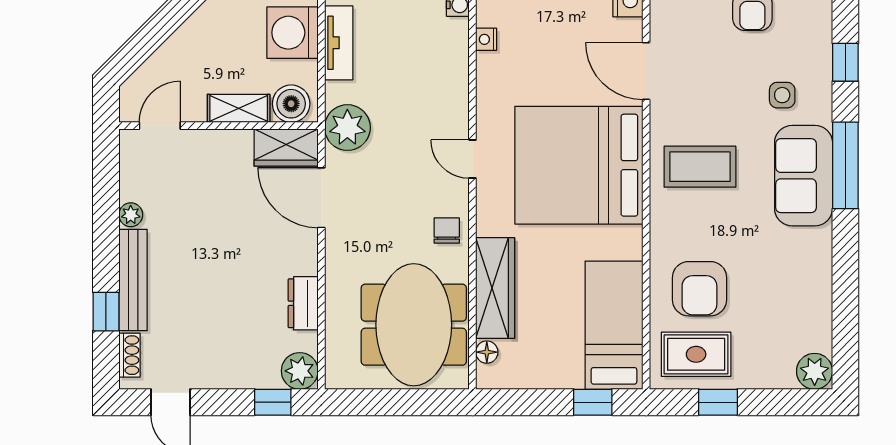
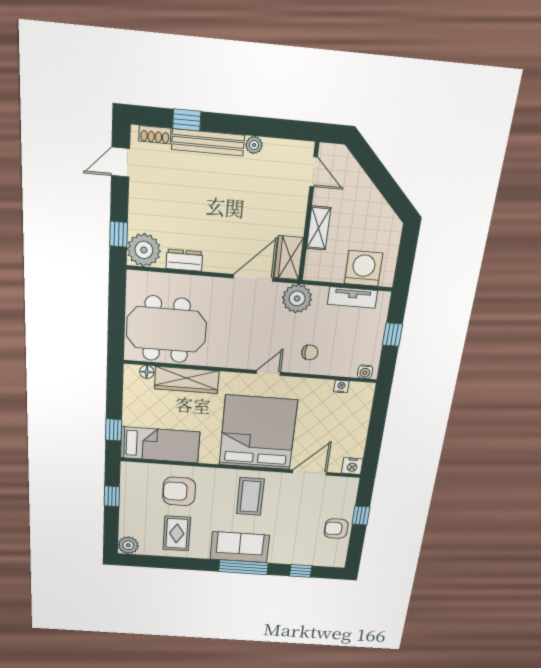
side table: (782, 95) -> (286, 540), removed
boiler: (291, 104) -> (317, 263), removed
chair: (447, 231) -> (310, 352), moved
rug: (696, 354) -> (177, 533), moved
plant: (300, 371) -> (144, 250), width x1.36, depth x1.36

